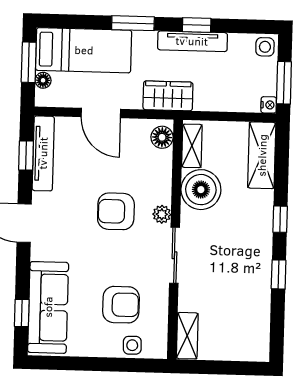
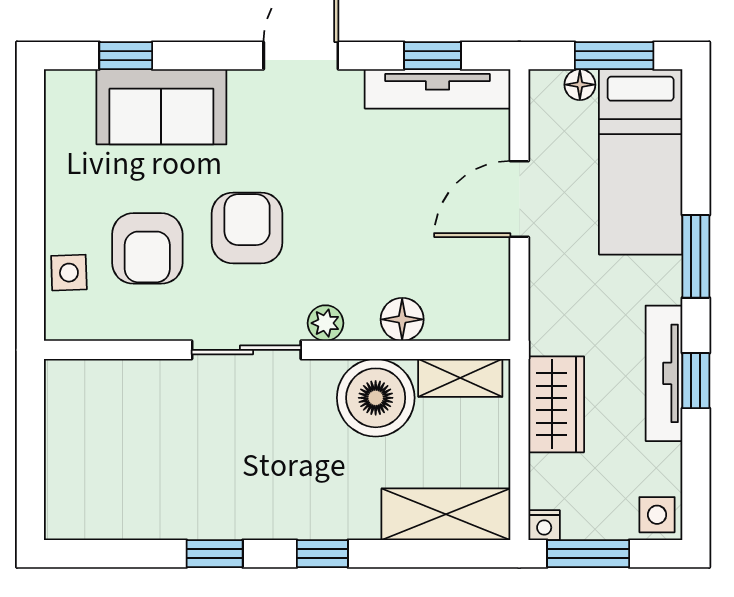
wardrobe: (168, 96) -> (556, 404), moved
floor lamp: (162, 137) -> (402, 319), moved
armchair: (116, 211) -> (247, 228), moved
sofa: (48, 307) -> (161, 107), width x0.73
shelving: (187, 336) -> (90, 379), removed

